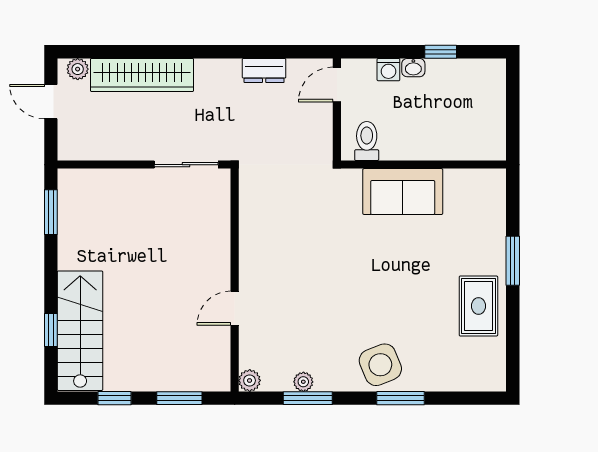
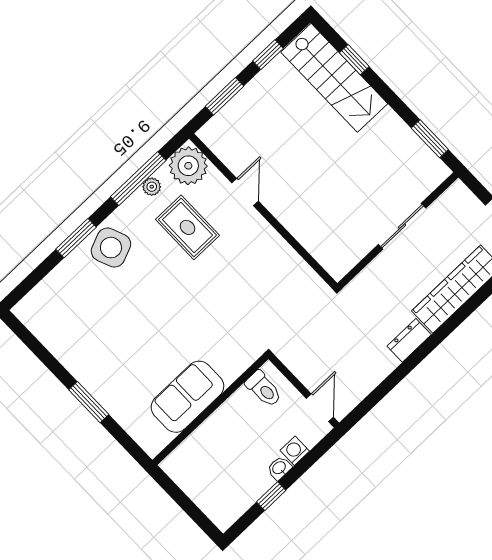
dresser: (264, 70) -> (409, 340), moved
sliding door: (186, 165) -> (402, 226), moved
sofa: (403, 192) -> (187, 397), moved
rug: (478, 306) -> (187, 227), moved
plant: (250, 380) -> (188, 166), width x1.87, depth x1.87
window: (308, 398) -> (138, 179), width x1.44

